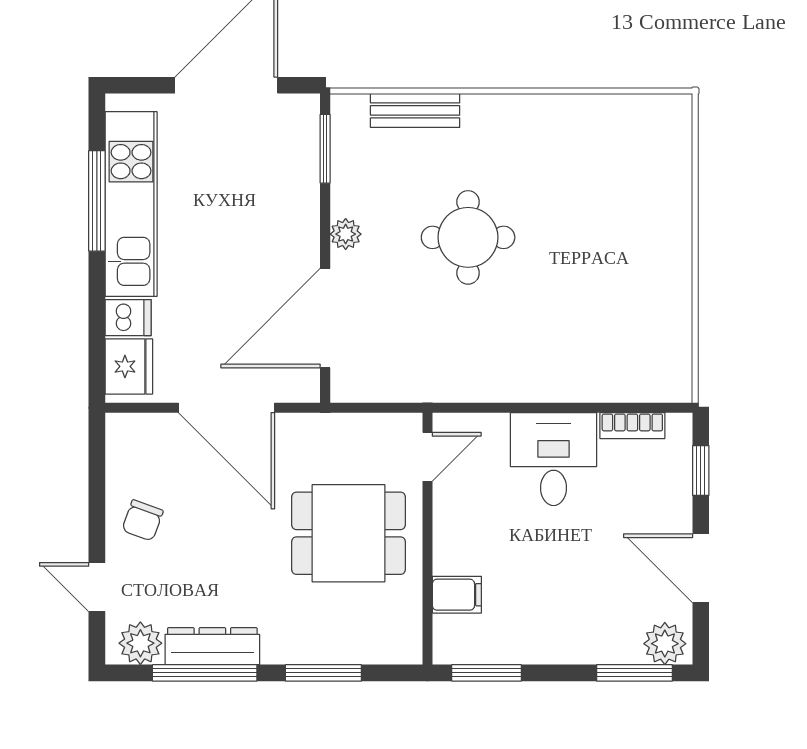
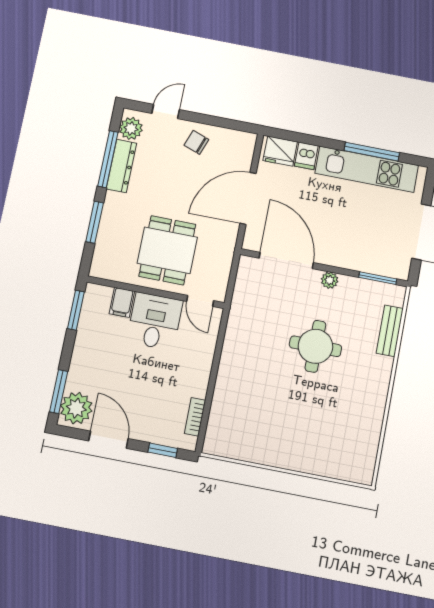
desk: (554, 459) -> (155, 321), moved, turned -90
door: (701, 568) -> (108, 440), hinge flipped
plant: (665, 644) -> (76, 408), width x1.36, depth x1.36

